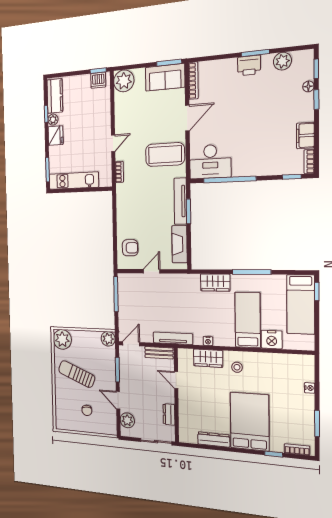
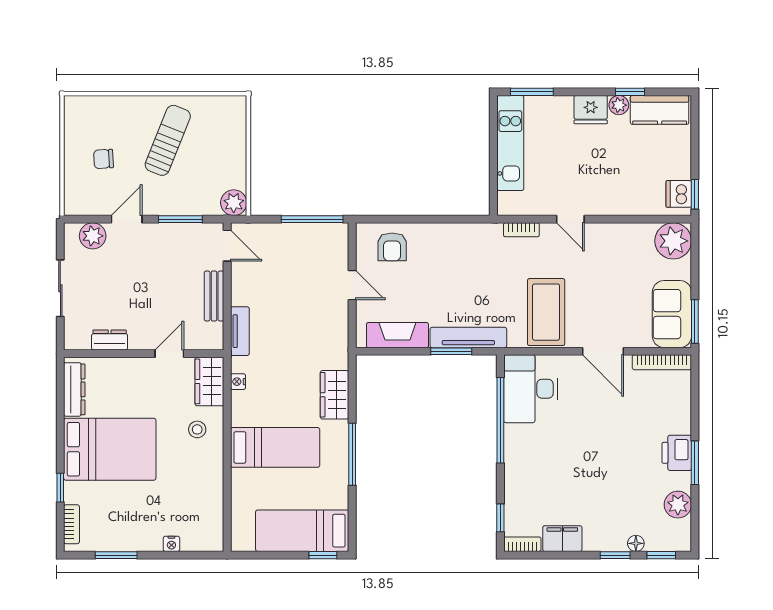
tv unit: (173, 338) -> (240, 331), width x0.71
plant: (62, 339) -> (229, 113), removed
nightstand: (272, 339) -> (245, 486), removed
door: (176, 380) -> (169, 354), moved
wall: (176, 395) -> (144, 354), moved
dresser: (169, 414) -> (110, 340), moved

